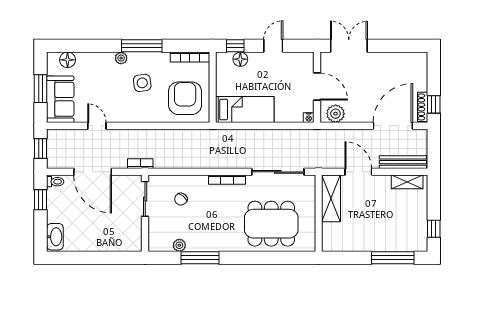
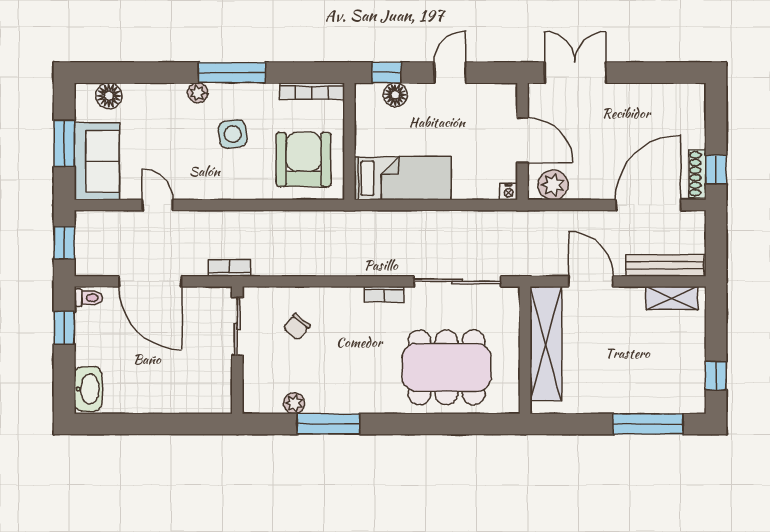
bookcase: (227, 180) -> (384, 294), width x0.64
shelving: (331, 198) -> (546, 344), width x1.47

